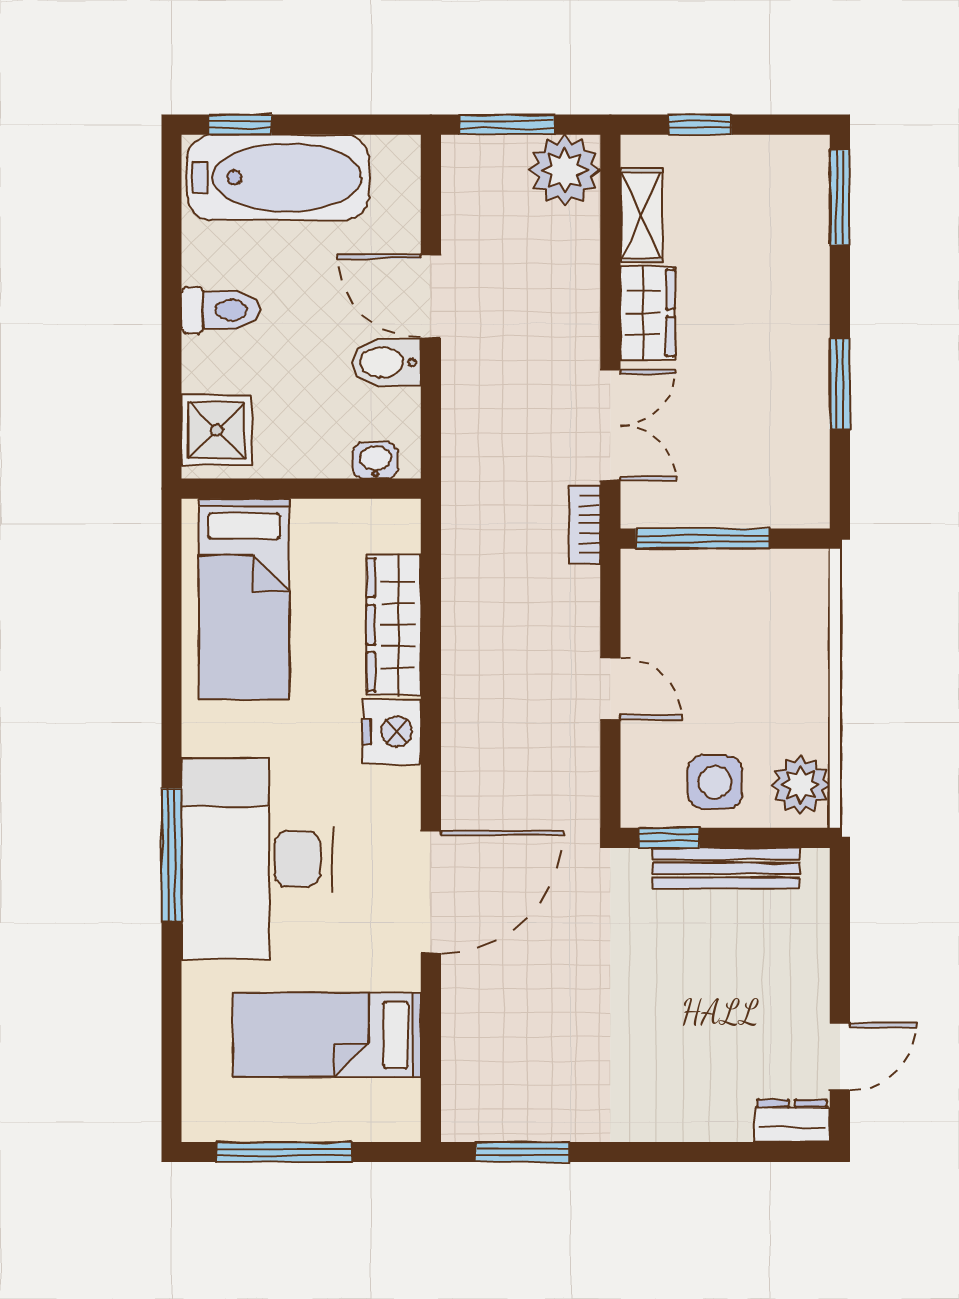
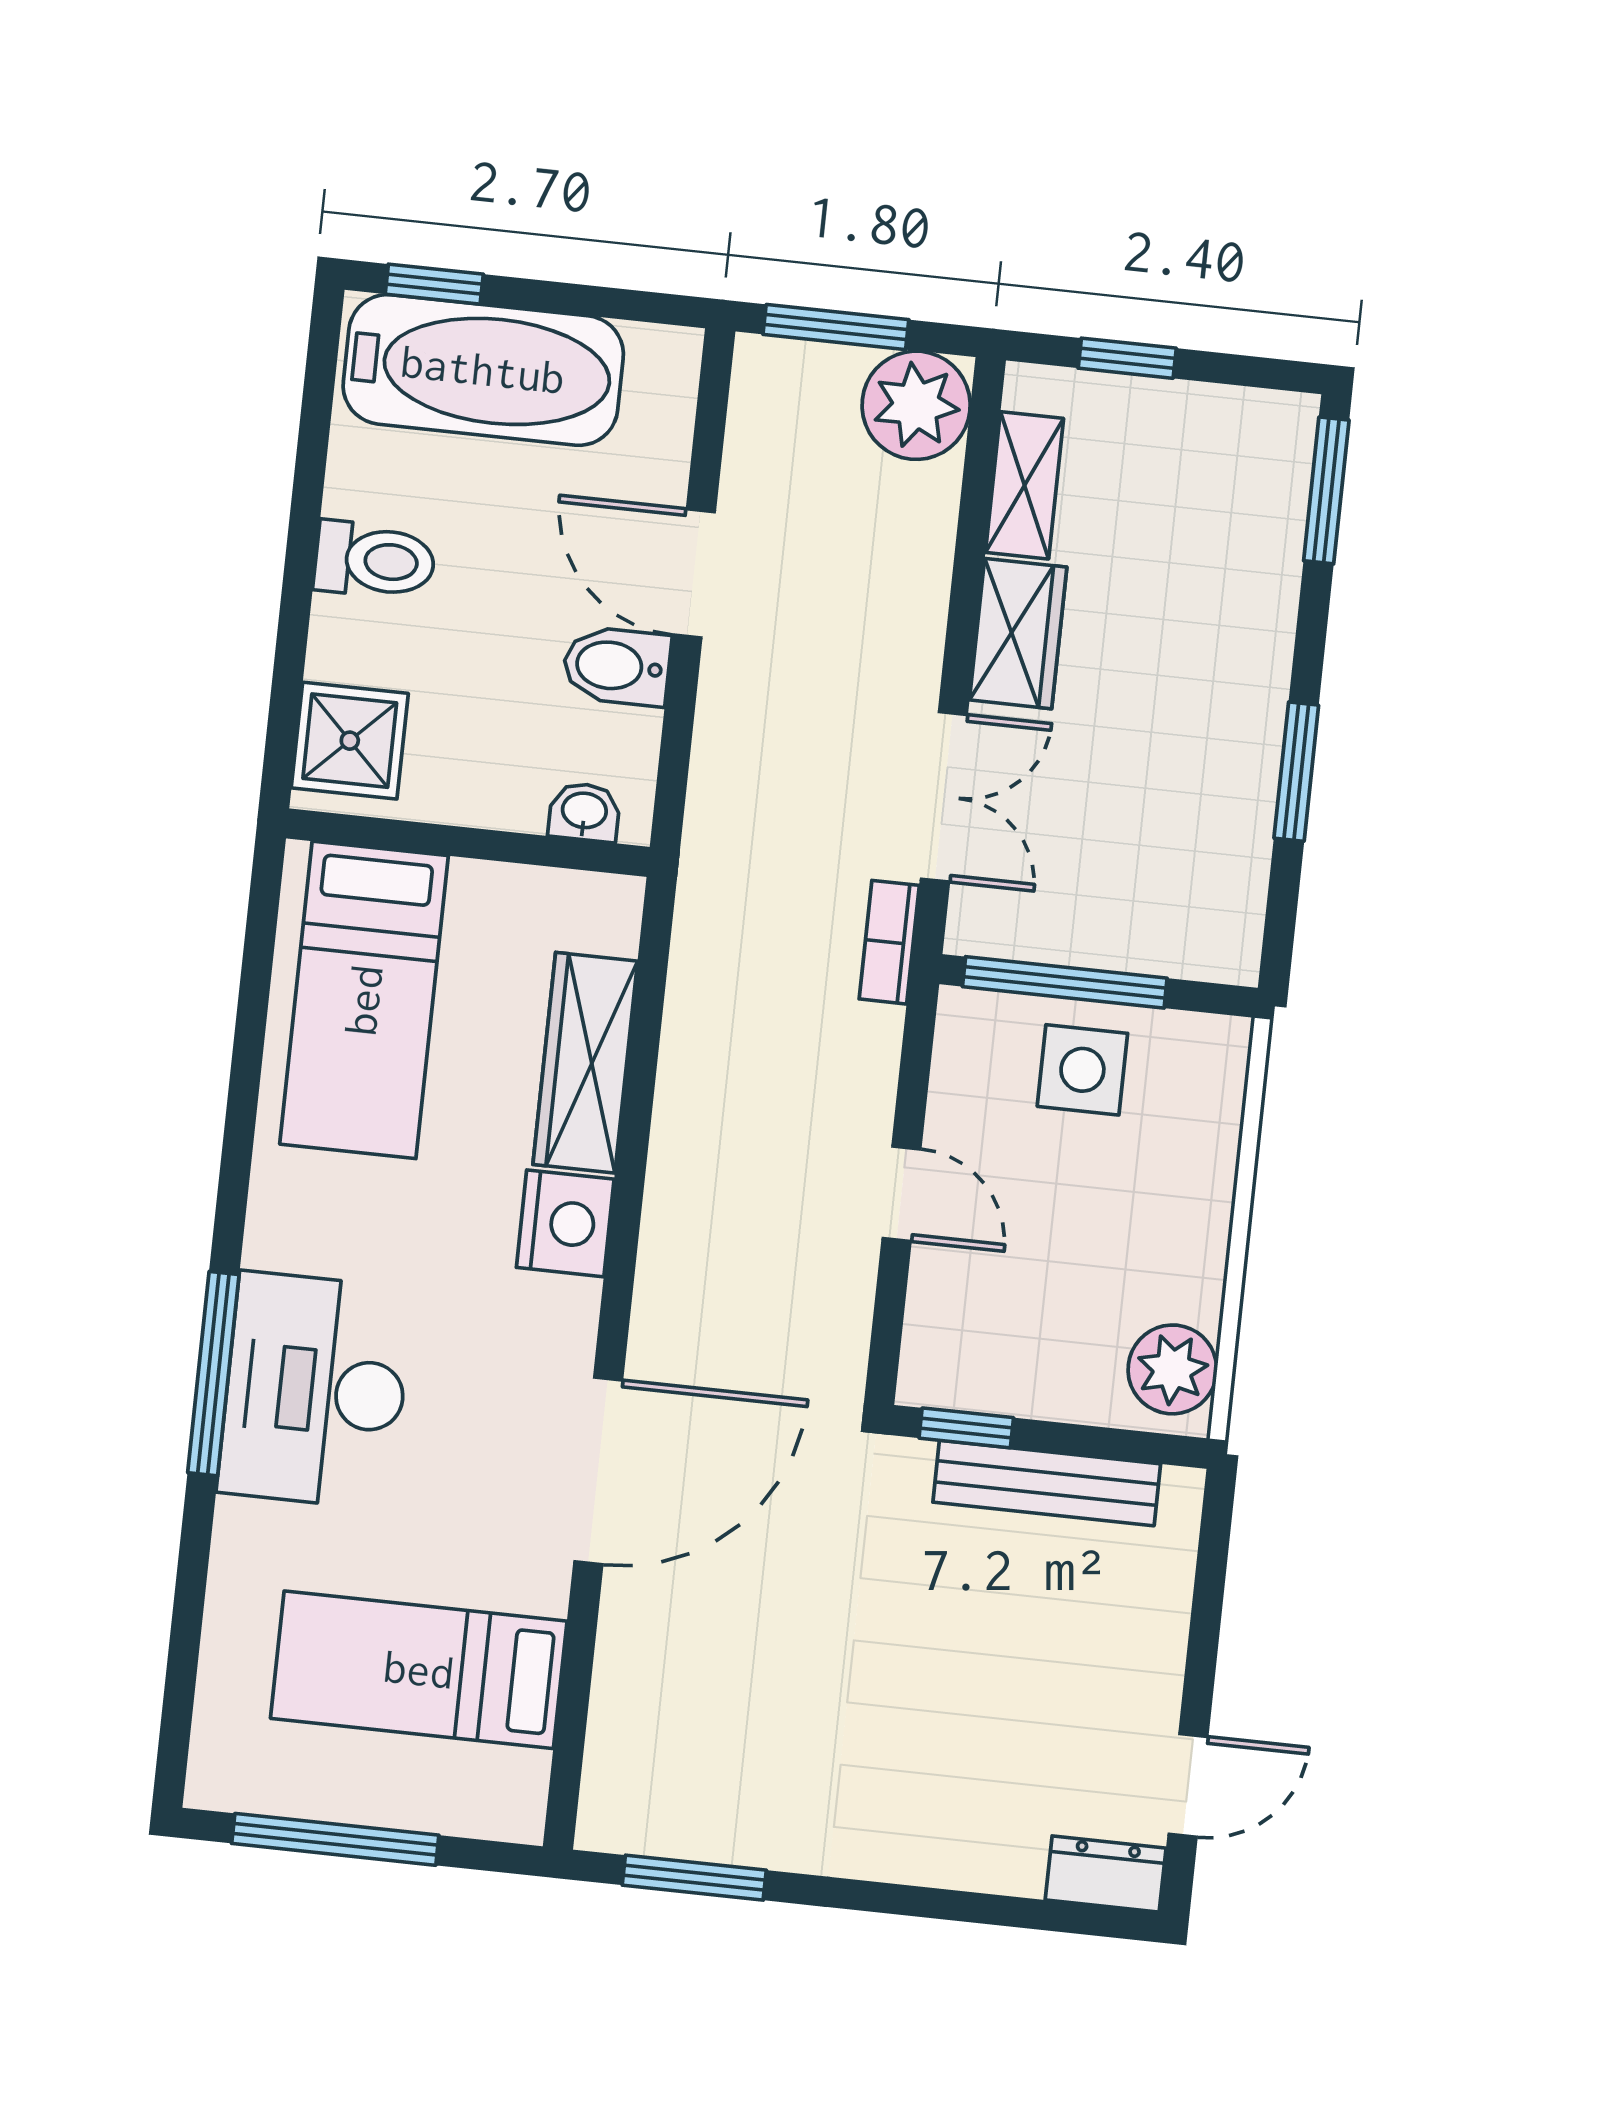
side table: (715, 782) -> (1082, 1070), moved
desk: (257, 859) -> (315, 1390), width x0.73, depth x0.77

